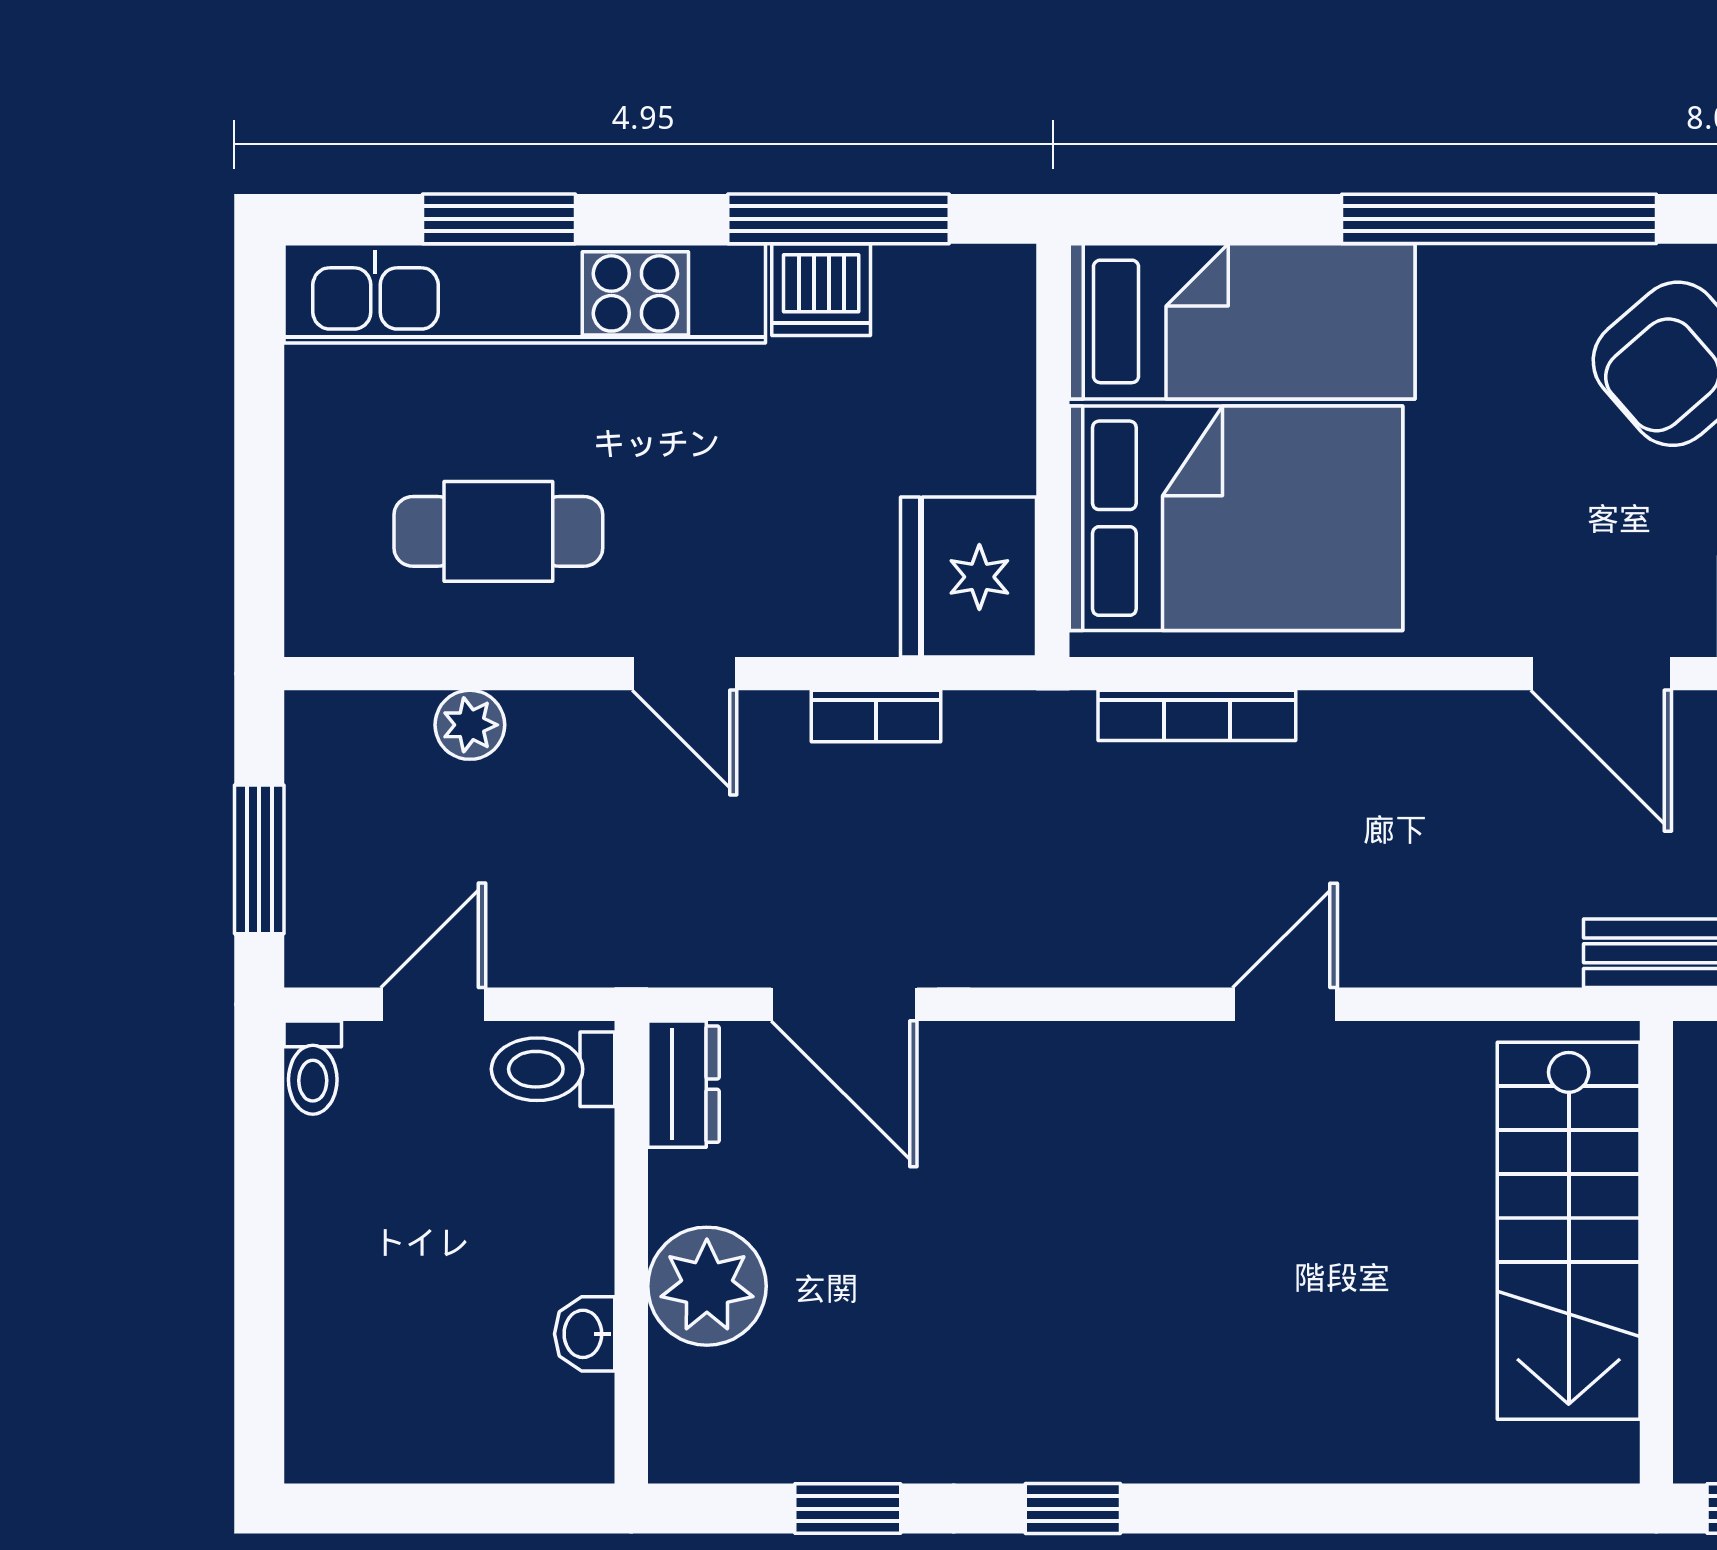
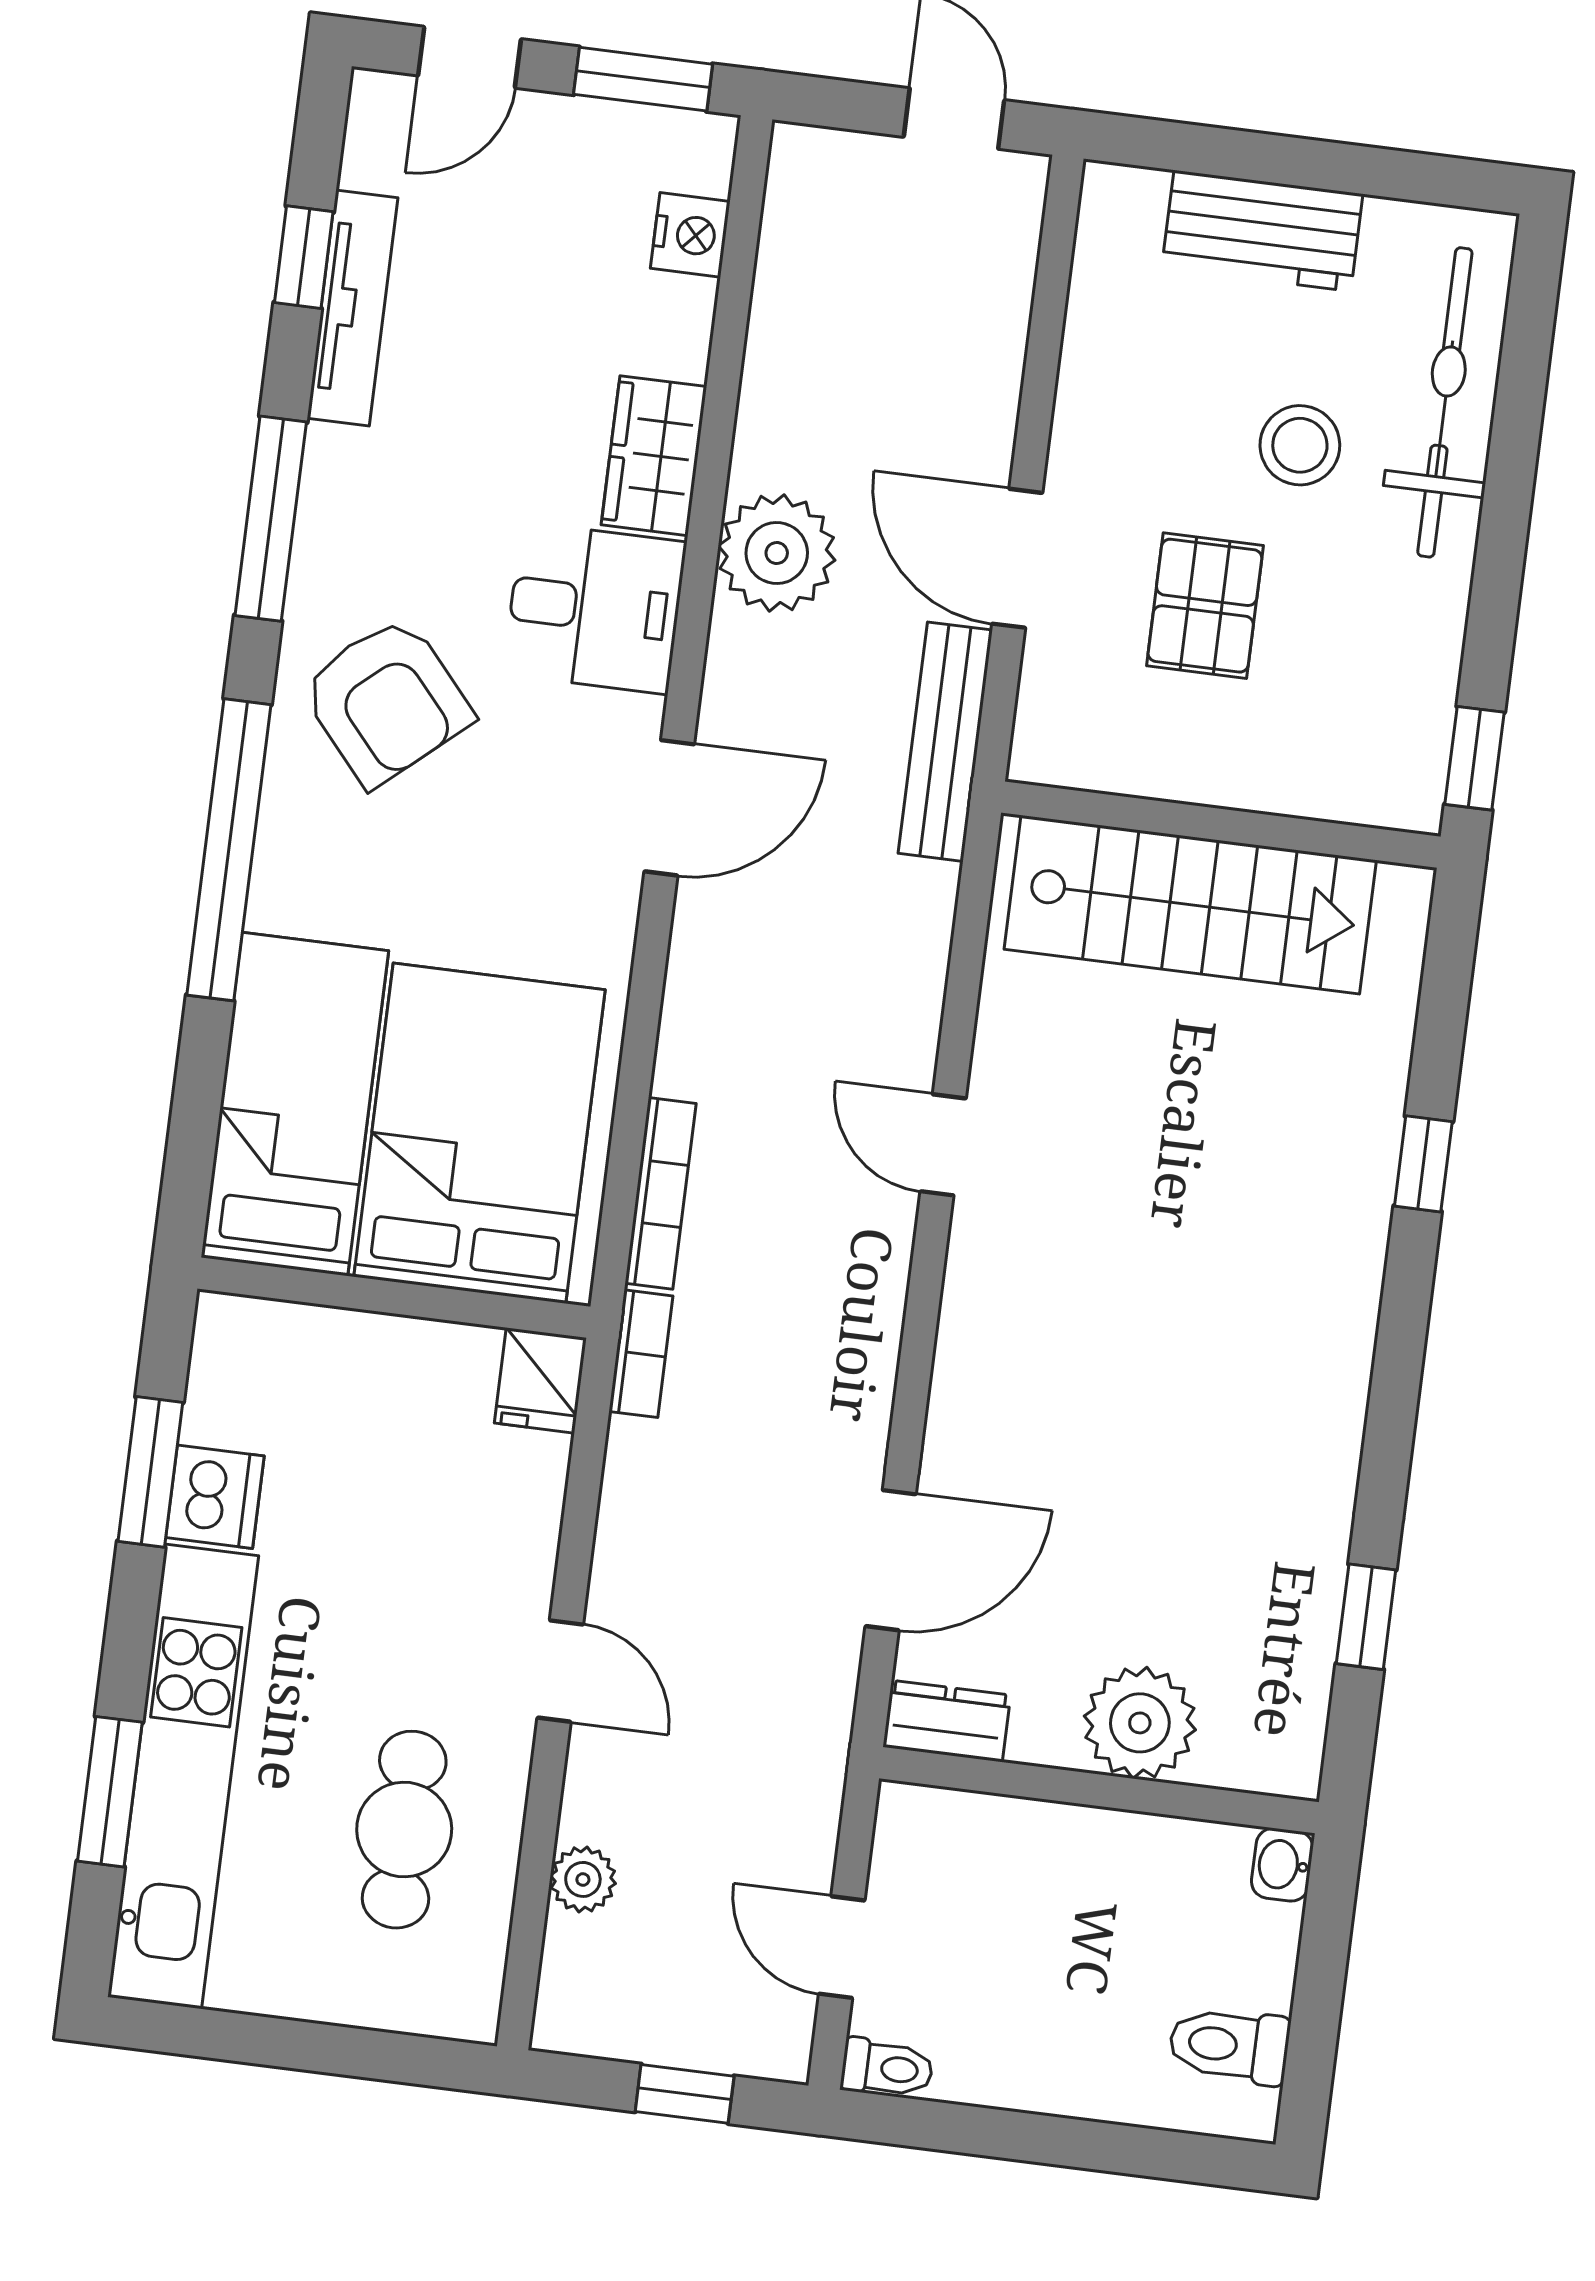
window: (839, 219) -> (150, 1472), width x0.69
fridge: (968, 577) -> (540, 1380), width x0.53, depth x0.75
door: (685, 674) -> (560, 1671), hinge flipped
bookcase: (876, 716) -> (641, 1354), moved
window: (259, 859) -> (685, 2094), width x0.67
toilet: (553, 1069) -> (1229, 2045), moved, turned 90
washbasin: (585, 1334) -> (1282, 1865), moved, turned 90
window: (1073, 1509) -> (1423, 1164), moved

